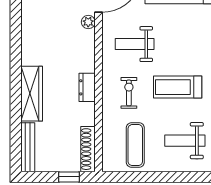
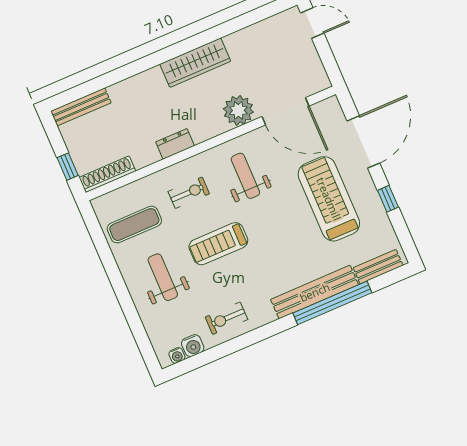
plant: (88, 22) -> (238, 110), width x1.88, depth x1.88
treadmill: (178, 87) -> (218, 244), turned -90
wardrobe: (32, 94) -> (195, 63), moved

